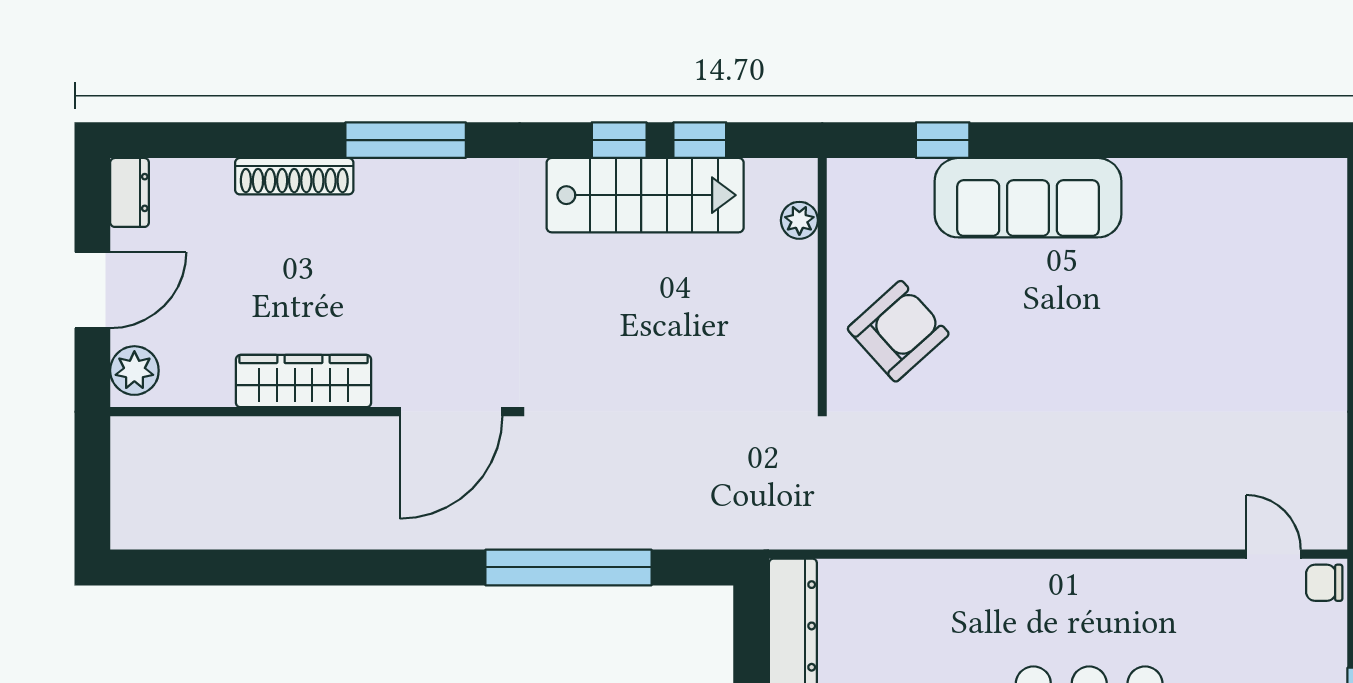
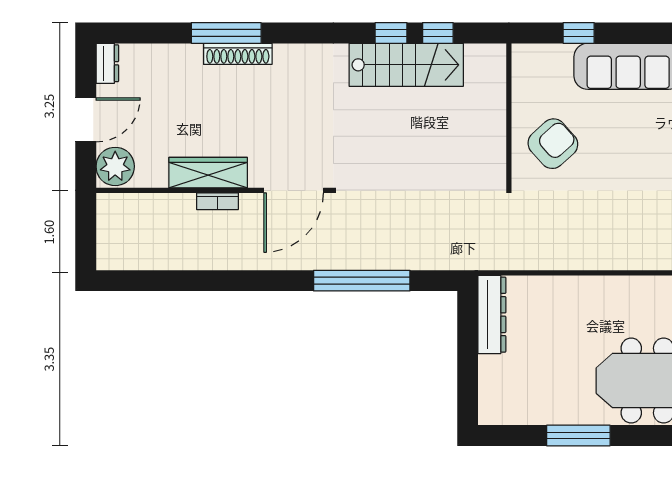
window: (406, 140) -> (226, 33), moved
shoe rack: (294, 176) -> (238, 54), moved
plant: (799, 220) -> (496, 79), removed
plant: (134, 371) -> (115, 166), width x1.36, depth x1.36
bookcase: (320, 431) -> (217, 201), added

